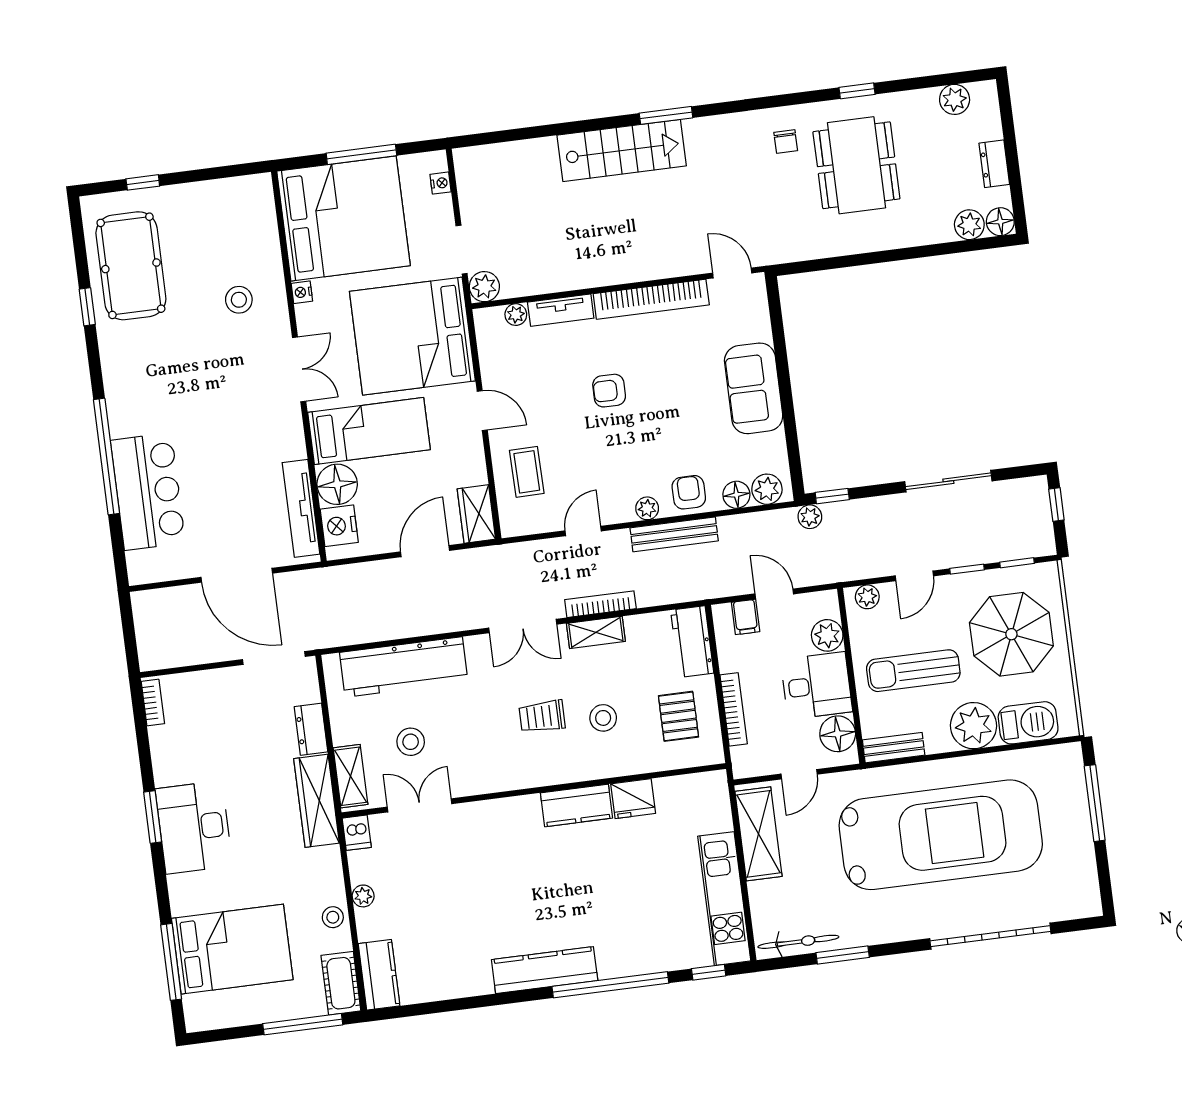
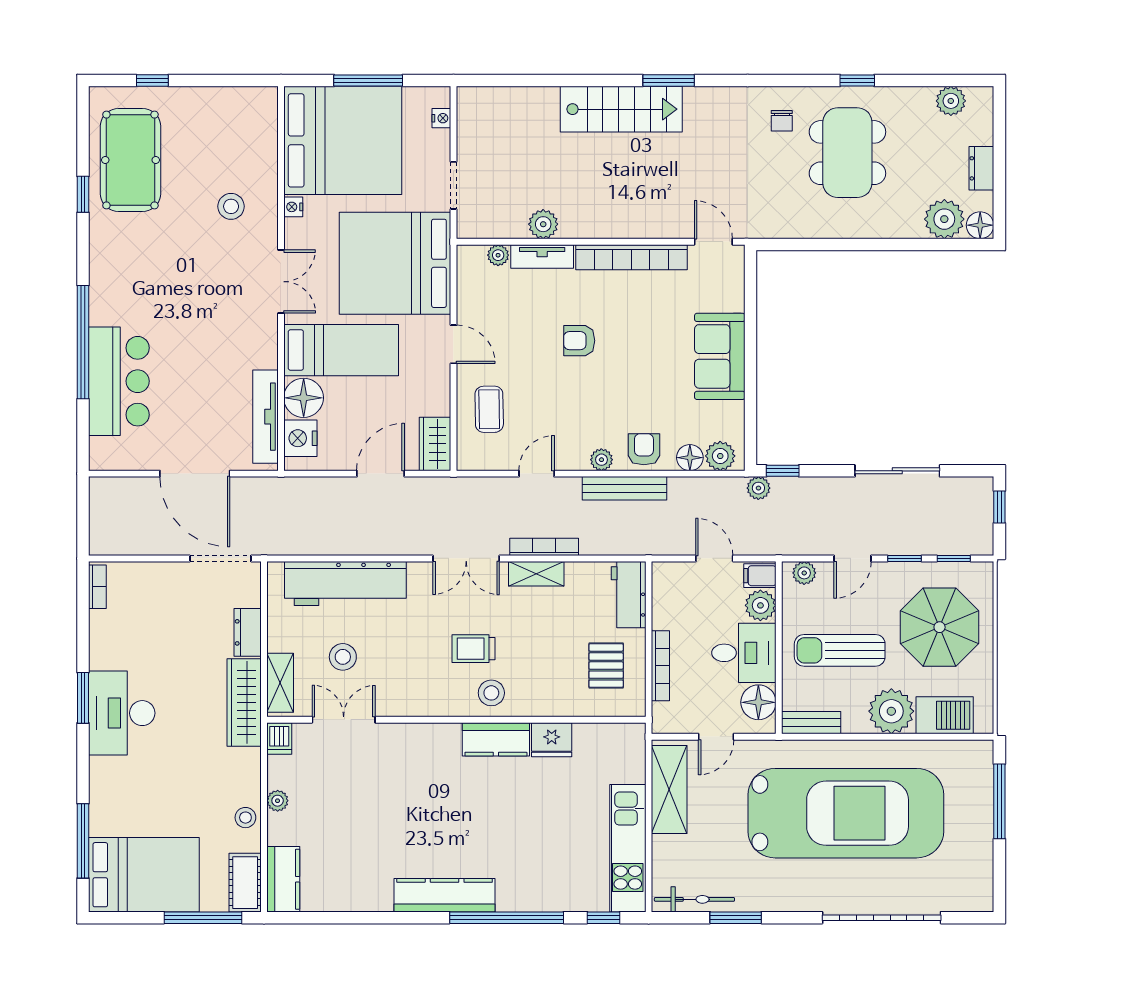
plant: (969, 225) -> (944, 219), width x1.36, depth x1.36
plant: (484, 287) -> (543, 224), moved
filing cabinet: (746, 617) -> (760, 576), moved, turned 90
stool: (603, 718) -> (491, 693), moved
bed: (232, 949) -> (144, 875), moved

